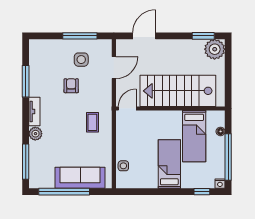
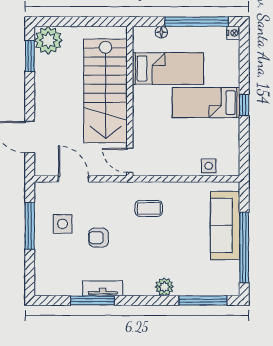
tv unit: (34, 111) -> (103, 288), moved
window: (202, 192) -> (244, 105), moved

